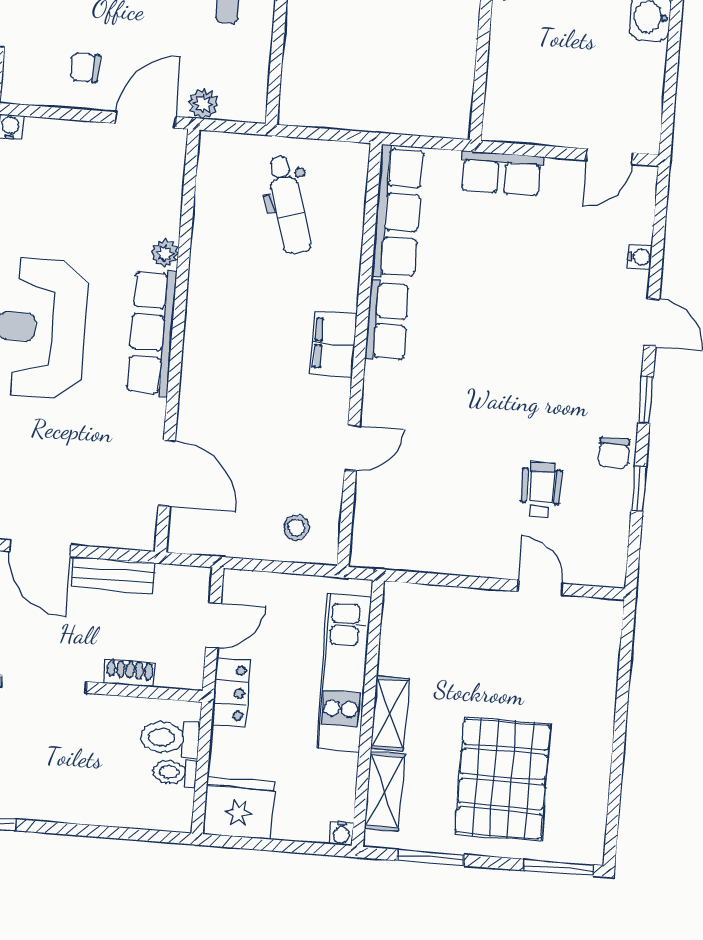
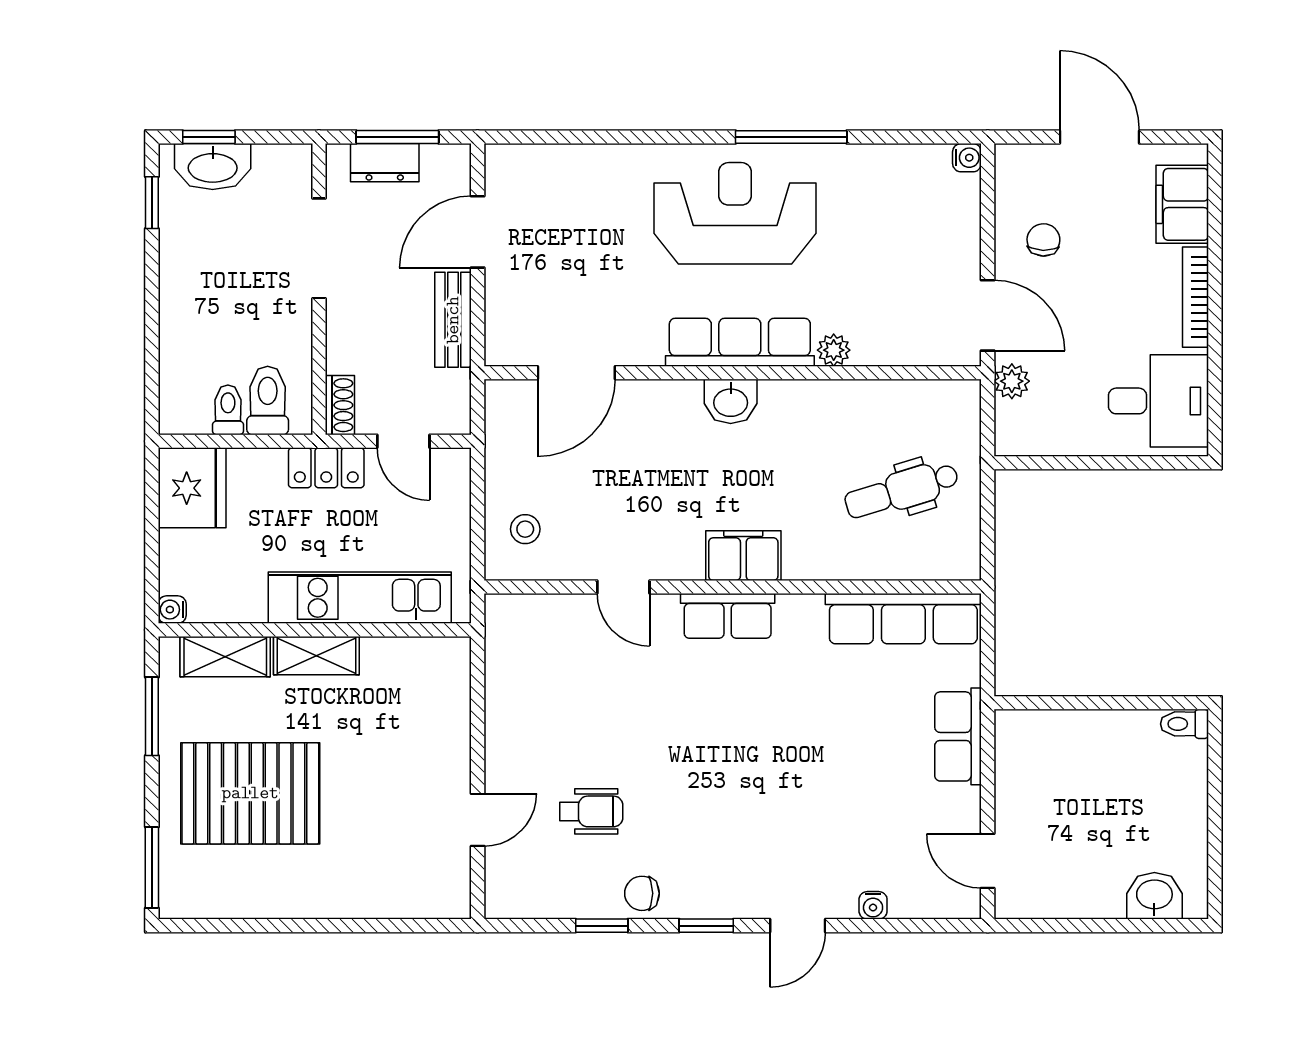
row of seats: (387, 321) -> (728, 616), moved
washbasin: (201, 344) -> (731, 401), added
shoe rack: (130, 673) -> (340, 405), moved

